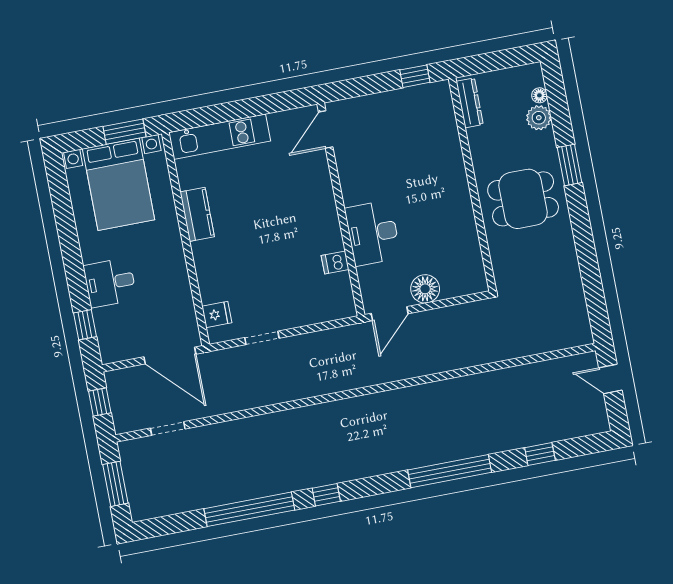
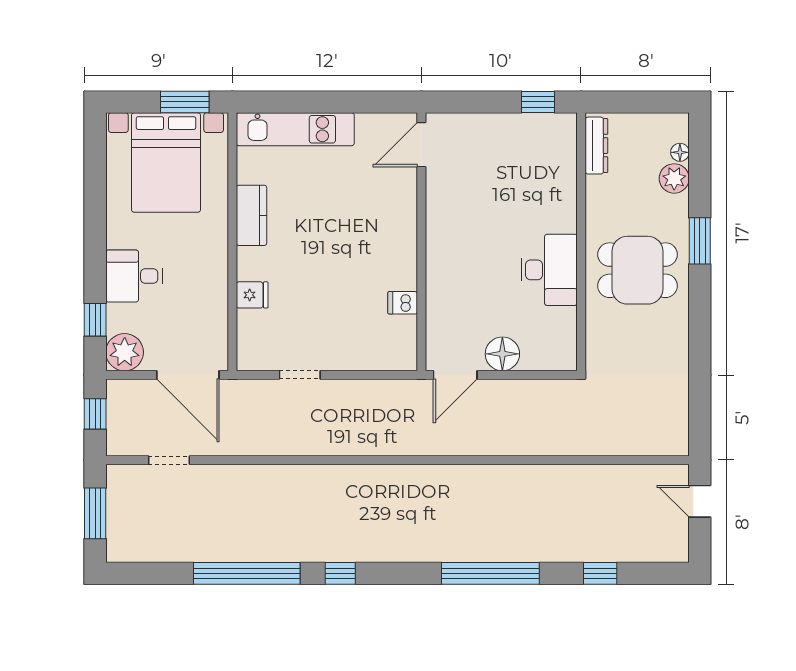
desk: (373, 233) -> (549, 270), moved, turned 180
fridge: (217, 314) -> (252, 295), moved
plant: (114, 347) -> (125, 352), added

